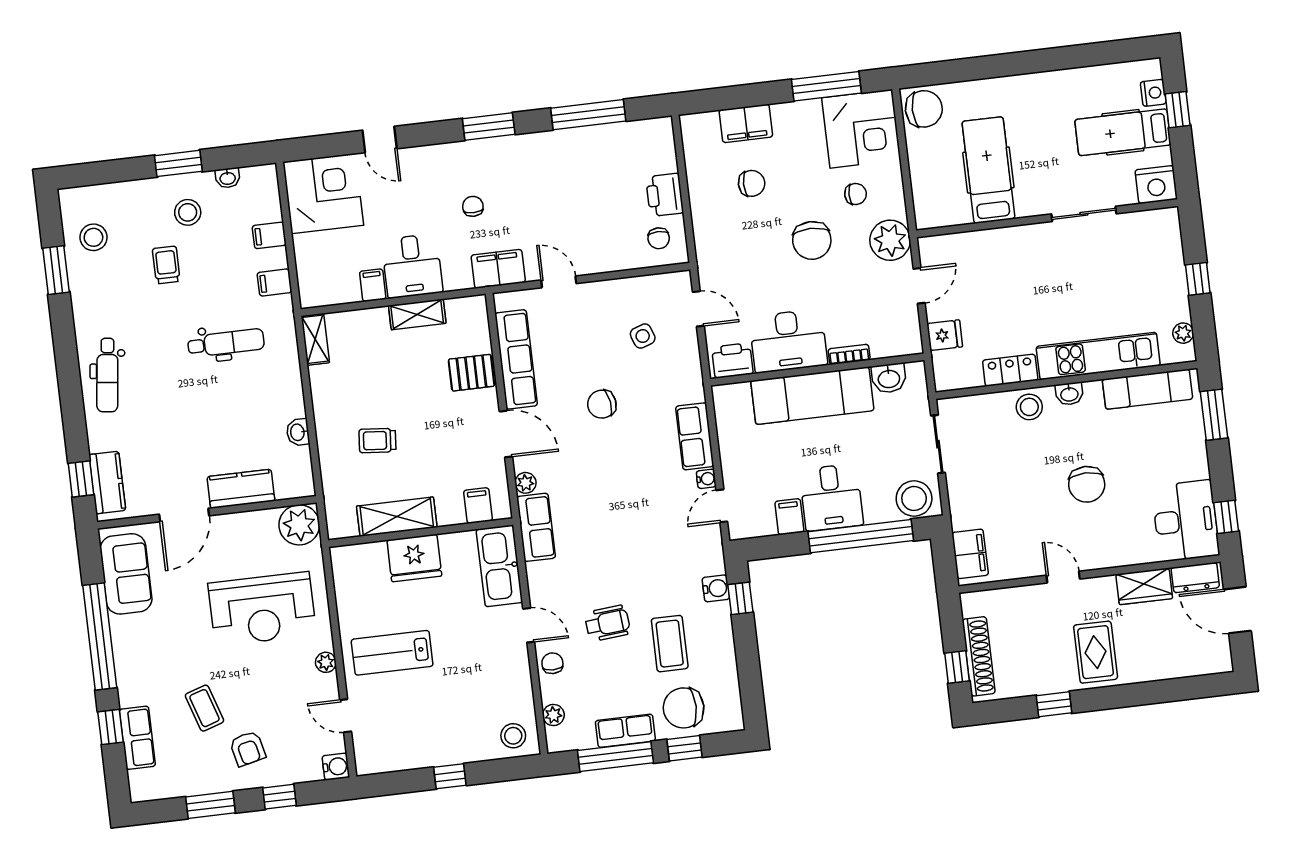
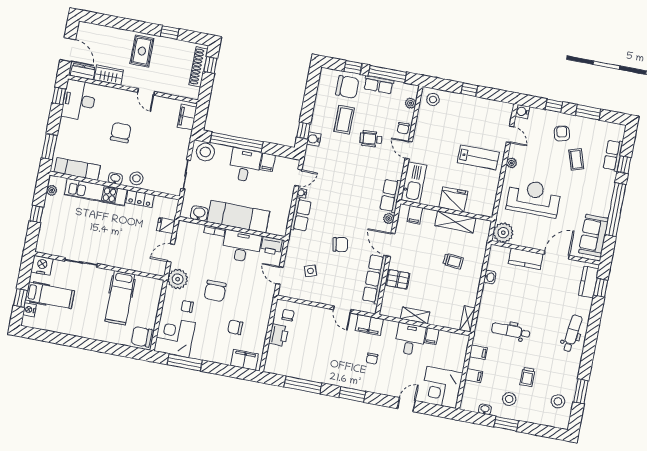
filing cabinet: (746, 123) -> (245, 360), moved
door: (380, 139) -> (406, 405), hinge flipped
chair: (812, 240) -> (215, 291), turned 180

